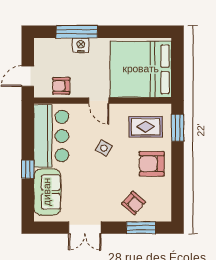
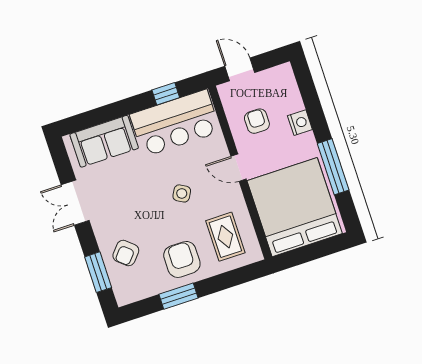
window: (77, 32) -> (333, 167), moved
armchair: (61, 86) -> (257, 121), moved
door: (99, 101) -> (239, 168), hinge flipped
window: (178, 128) -> (178, 296), moved
window: (28, 169) -> (166, 94), moved

